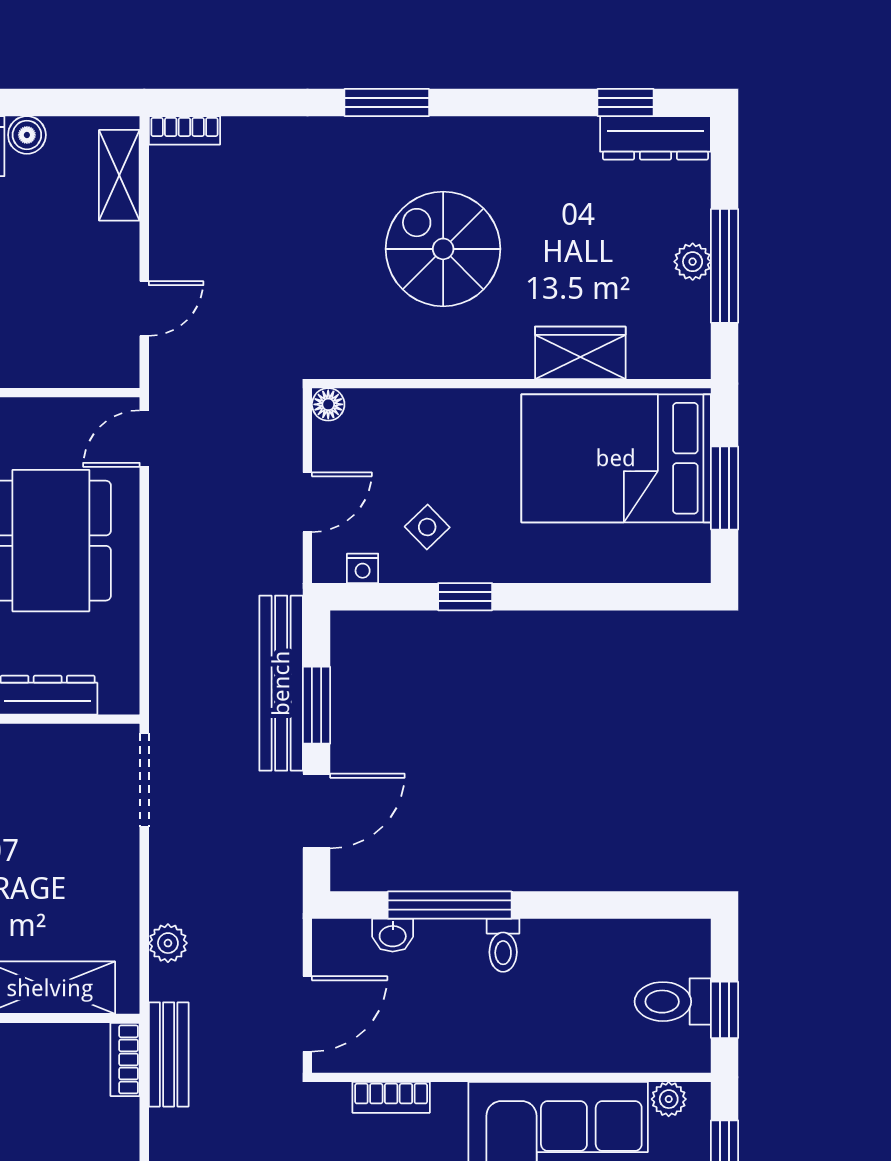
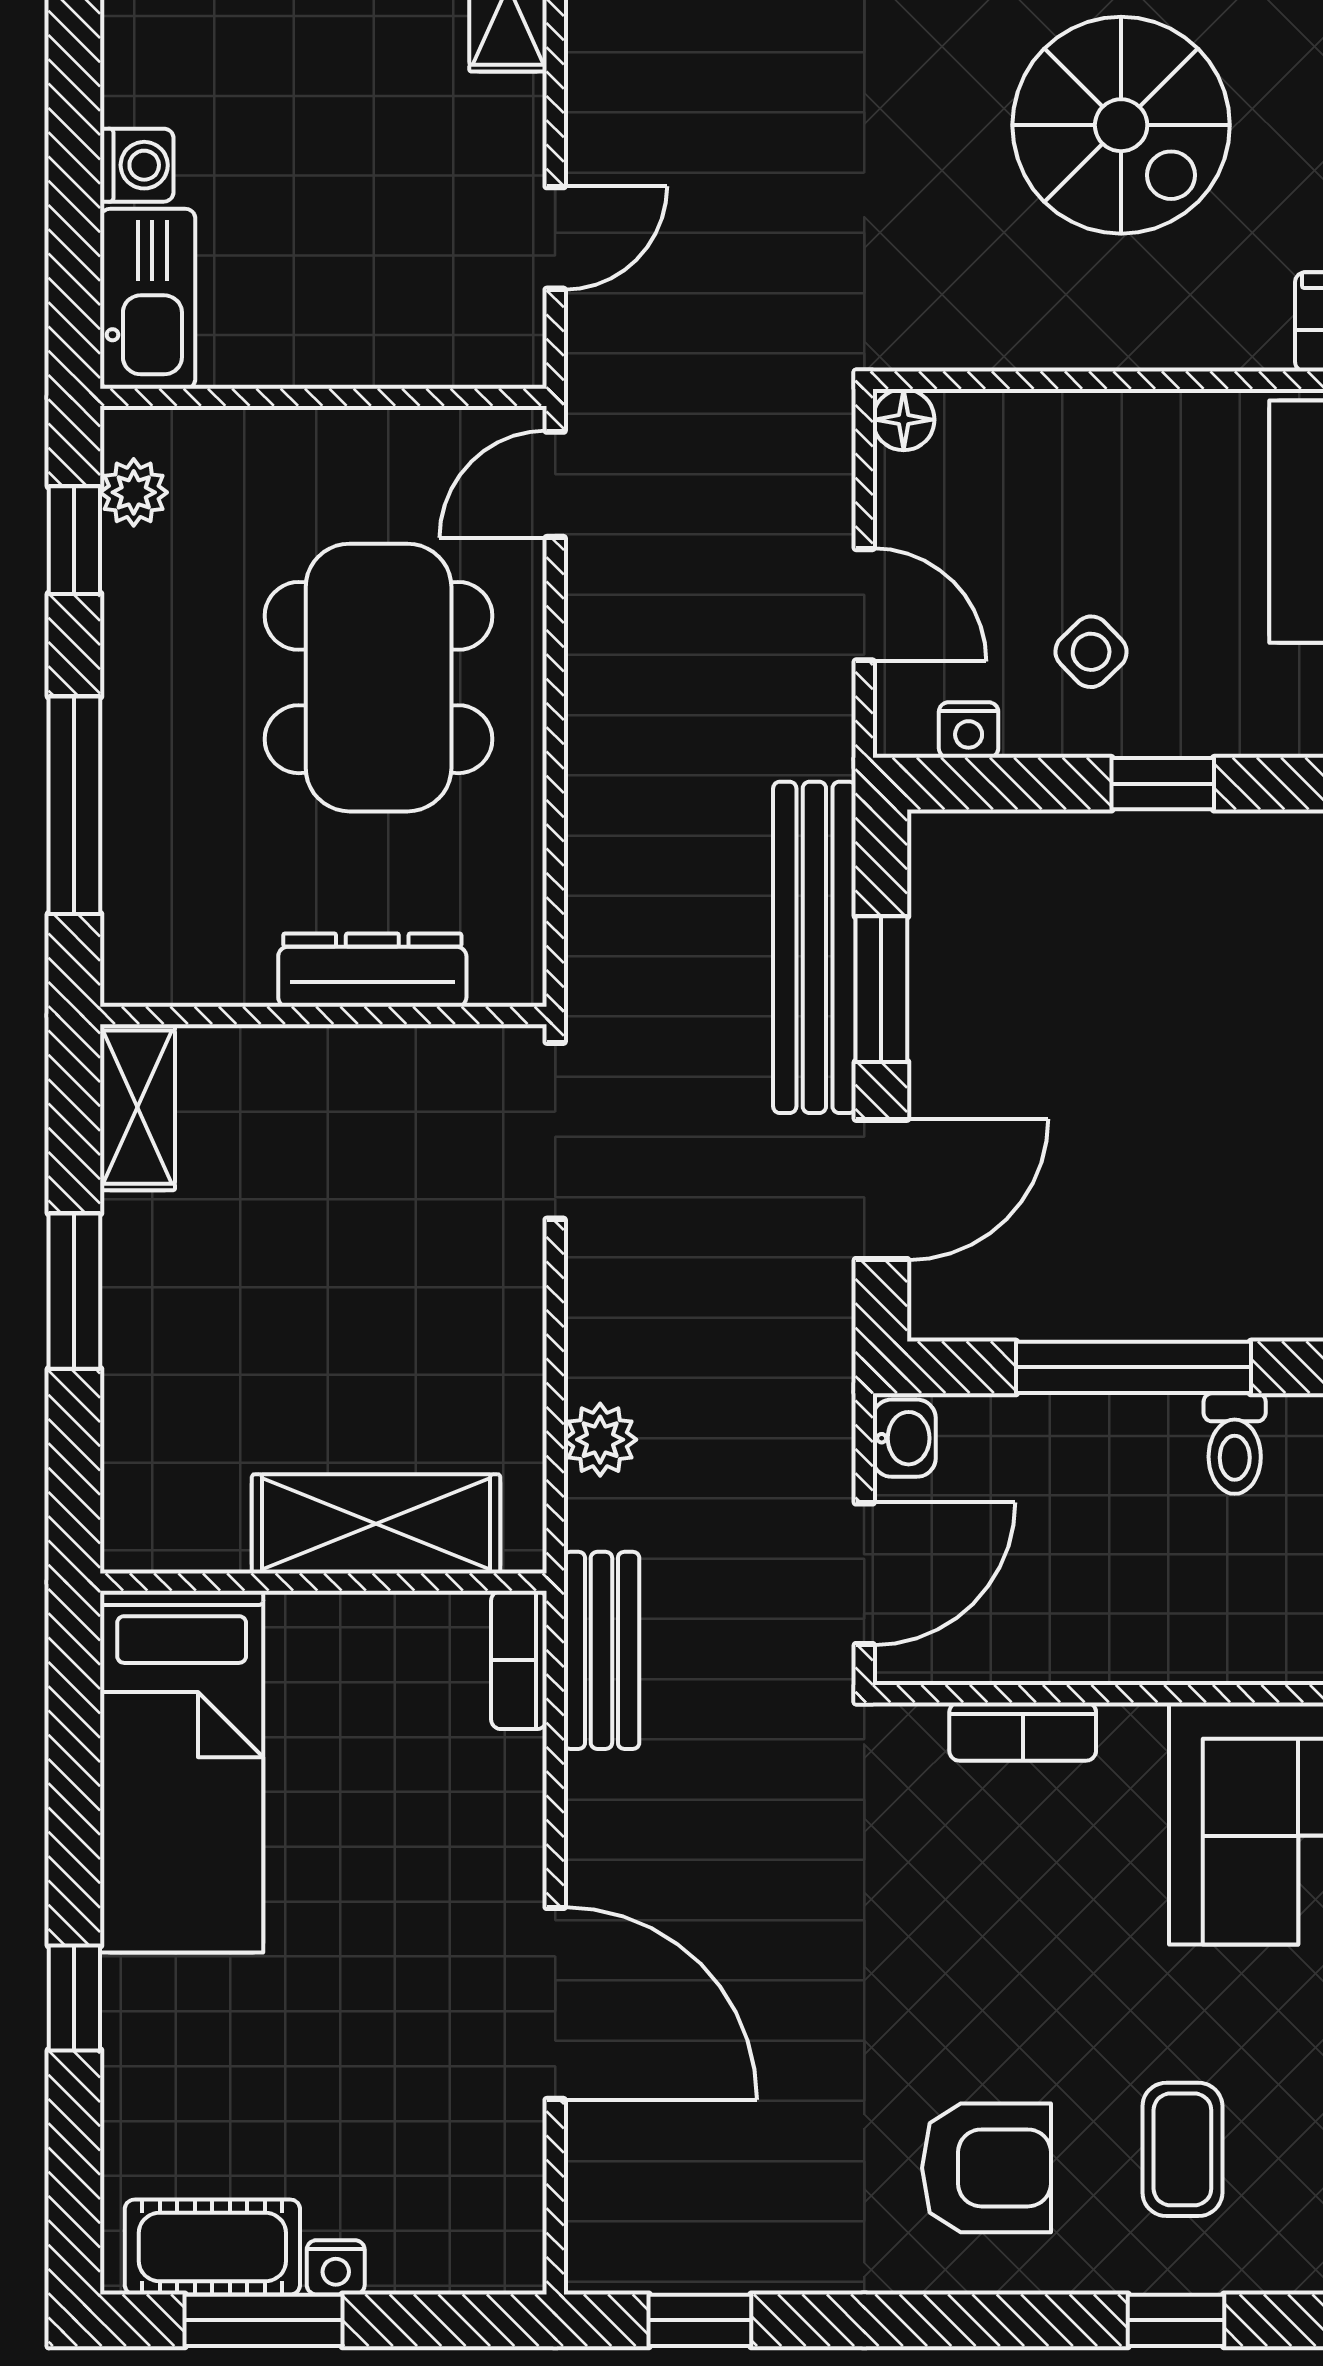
spiral stairs: (443, 249) -> (1121, 125), turned 180
door: (307, 502) -> (864, 605), hinge flipped
washbasin: (393, 935) -> (904, 1438), moved, turned -90

